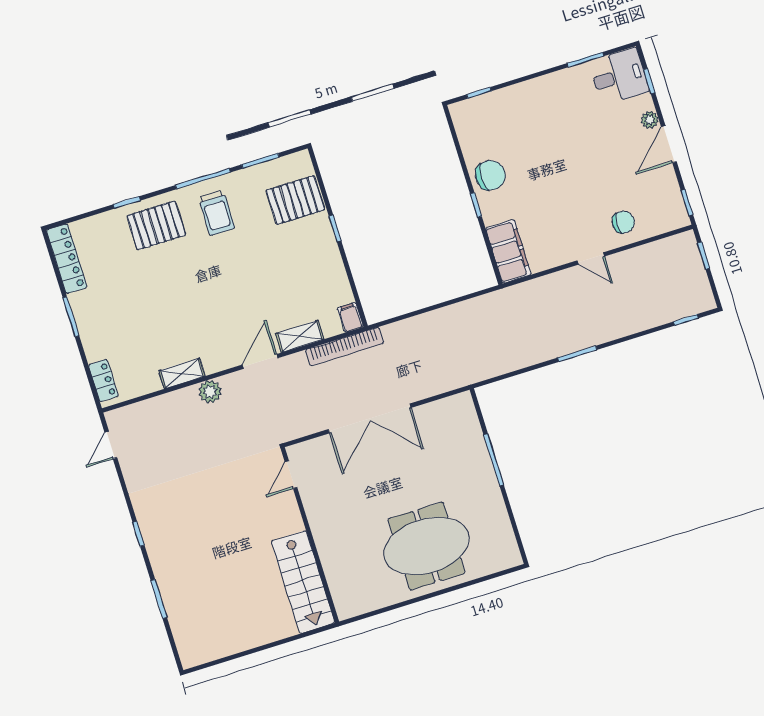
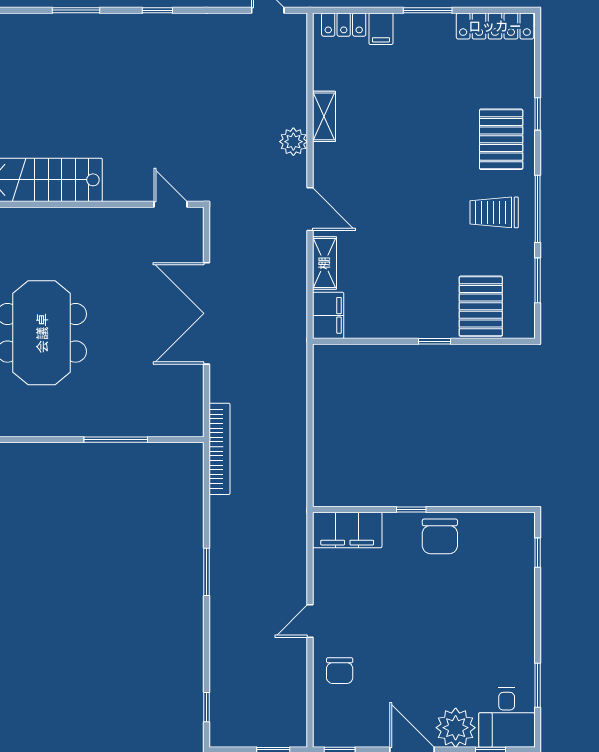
plant: (650, 120) -> (456, 728), width x1.87, depth x1.87
filing cabinet: (350, 317) -> (328, 315), width x2.00
bookcase: (344, 347) -> (220, 449), moved, turned 180
filing cabinet: (97, 350) -> (381, 29), added

